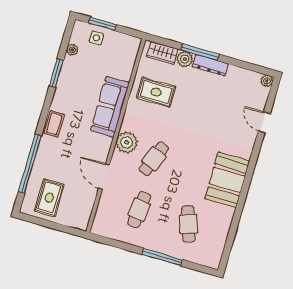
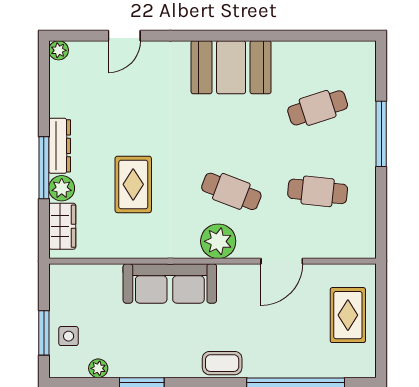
rug: (156, 92) -> (133, 184), moved
rug: (49, 198) -> (348, 315), moved, turned 90

